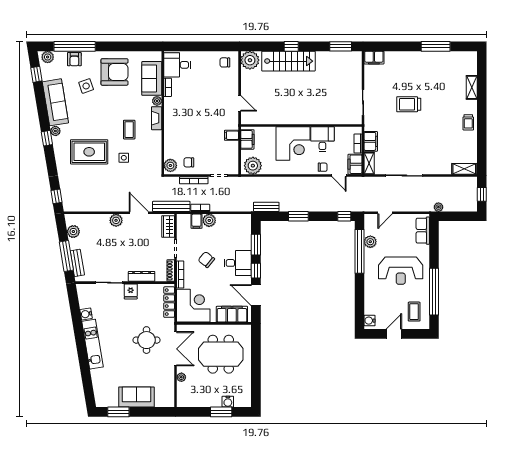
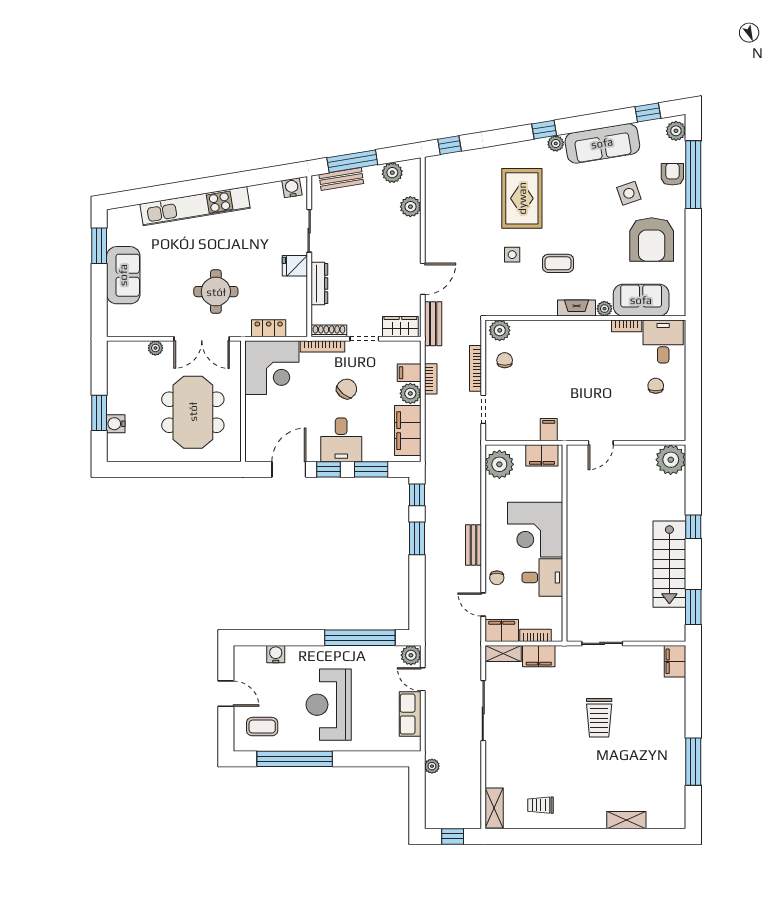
armchair: (74, 59) -> (672, 174), turned 90
stairs: (288, 61) -> (669, 564), moved
chair: (225, 62) -> (656, 386), moved
trolley: (409, 104) -> (599, 718), turned 180
trolley: (468, 122) -> (540, 805), moved
door: (339, 176) -> (483, 604), hinge flipped
bench: (171, 206) -> (433, 324), width x0.73
bench: (266, 207) -> (474, 545), moved
window: (344, 216) -> (417, 495), moved
plant: (116, 220) -> (410, 207), moved
row of seats: (423, 231) -> (410, 714), moved, turned -90
plant: (370, 242) -> (411, 655), moved
locker: (169, 302) -> (269, 328), width x0.66
water cooler: (86, 314) -> (292, 188), moved
filing cabinet: (232, 314) -> (408, 431), moved, turned 180
water cooler: (370, 321) -> (276, 654), moved
kitchen unit: (93, 344) -> (195, 206), width x1.36

